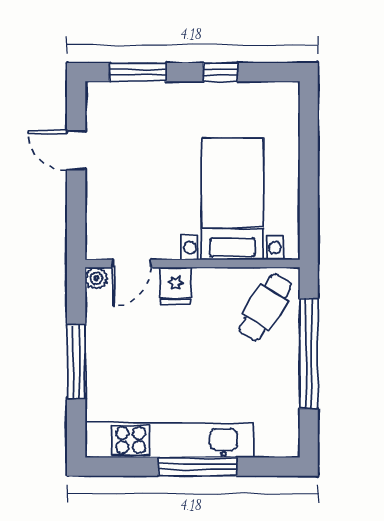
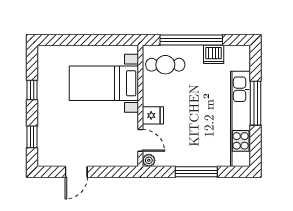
window: (138, 72) -> (32, 137), width x0.67
cafe table: (265, 307) -> (165, 65), turned -32
dishwasher: (283, 393) -> (214, 54), added

